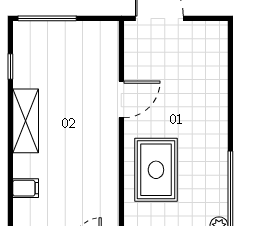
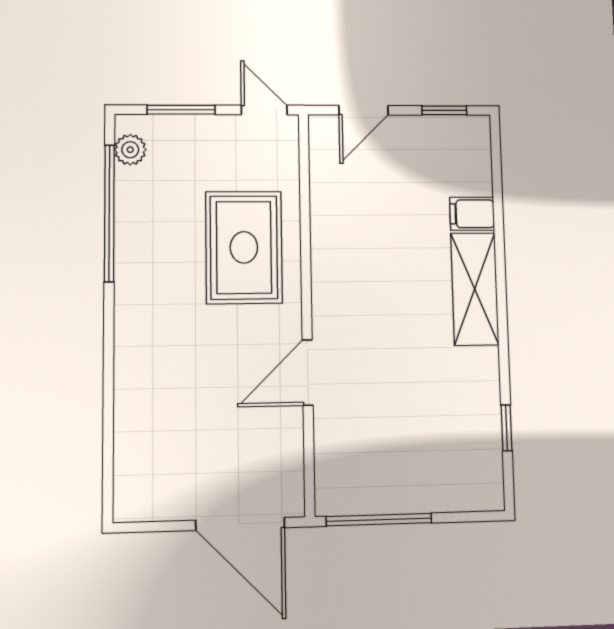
window: (47, 18) -> (379, 520), moved
shelving: (26, 121) -> (475, 289), moved

